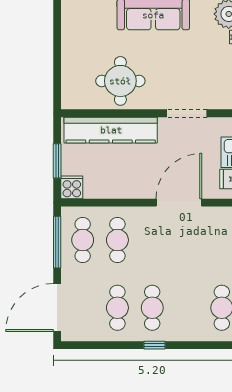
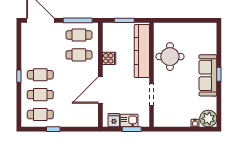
cooker: (72, 187) -> (109, 58), moved
door: (179, 203) -> (100, 90), swing flipped
cafe table: (117, 308) -> (40, 95), moved

